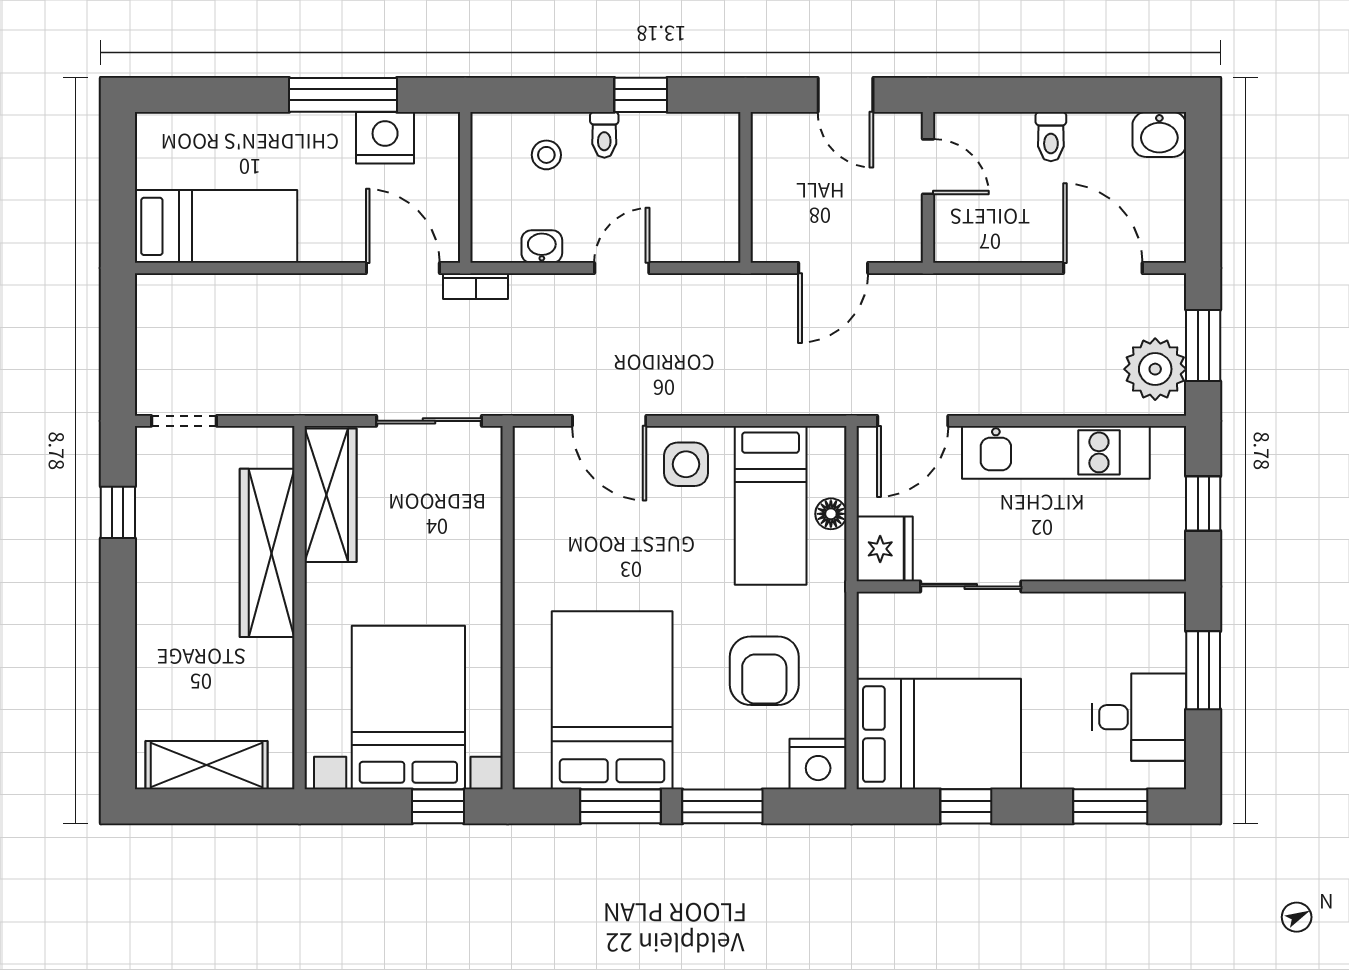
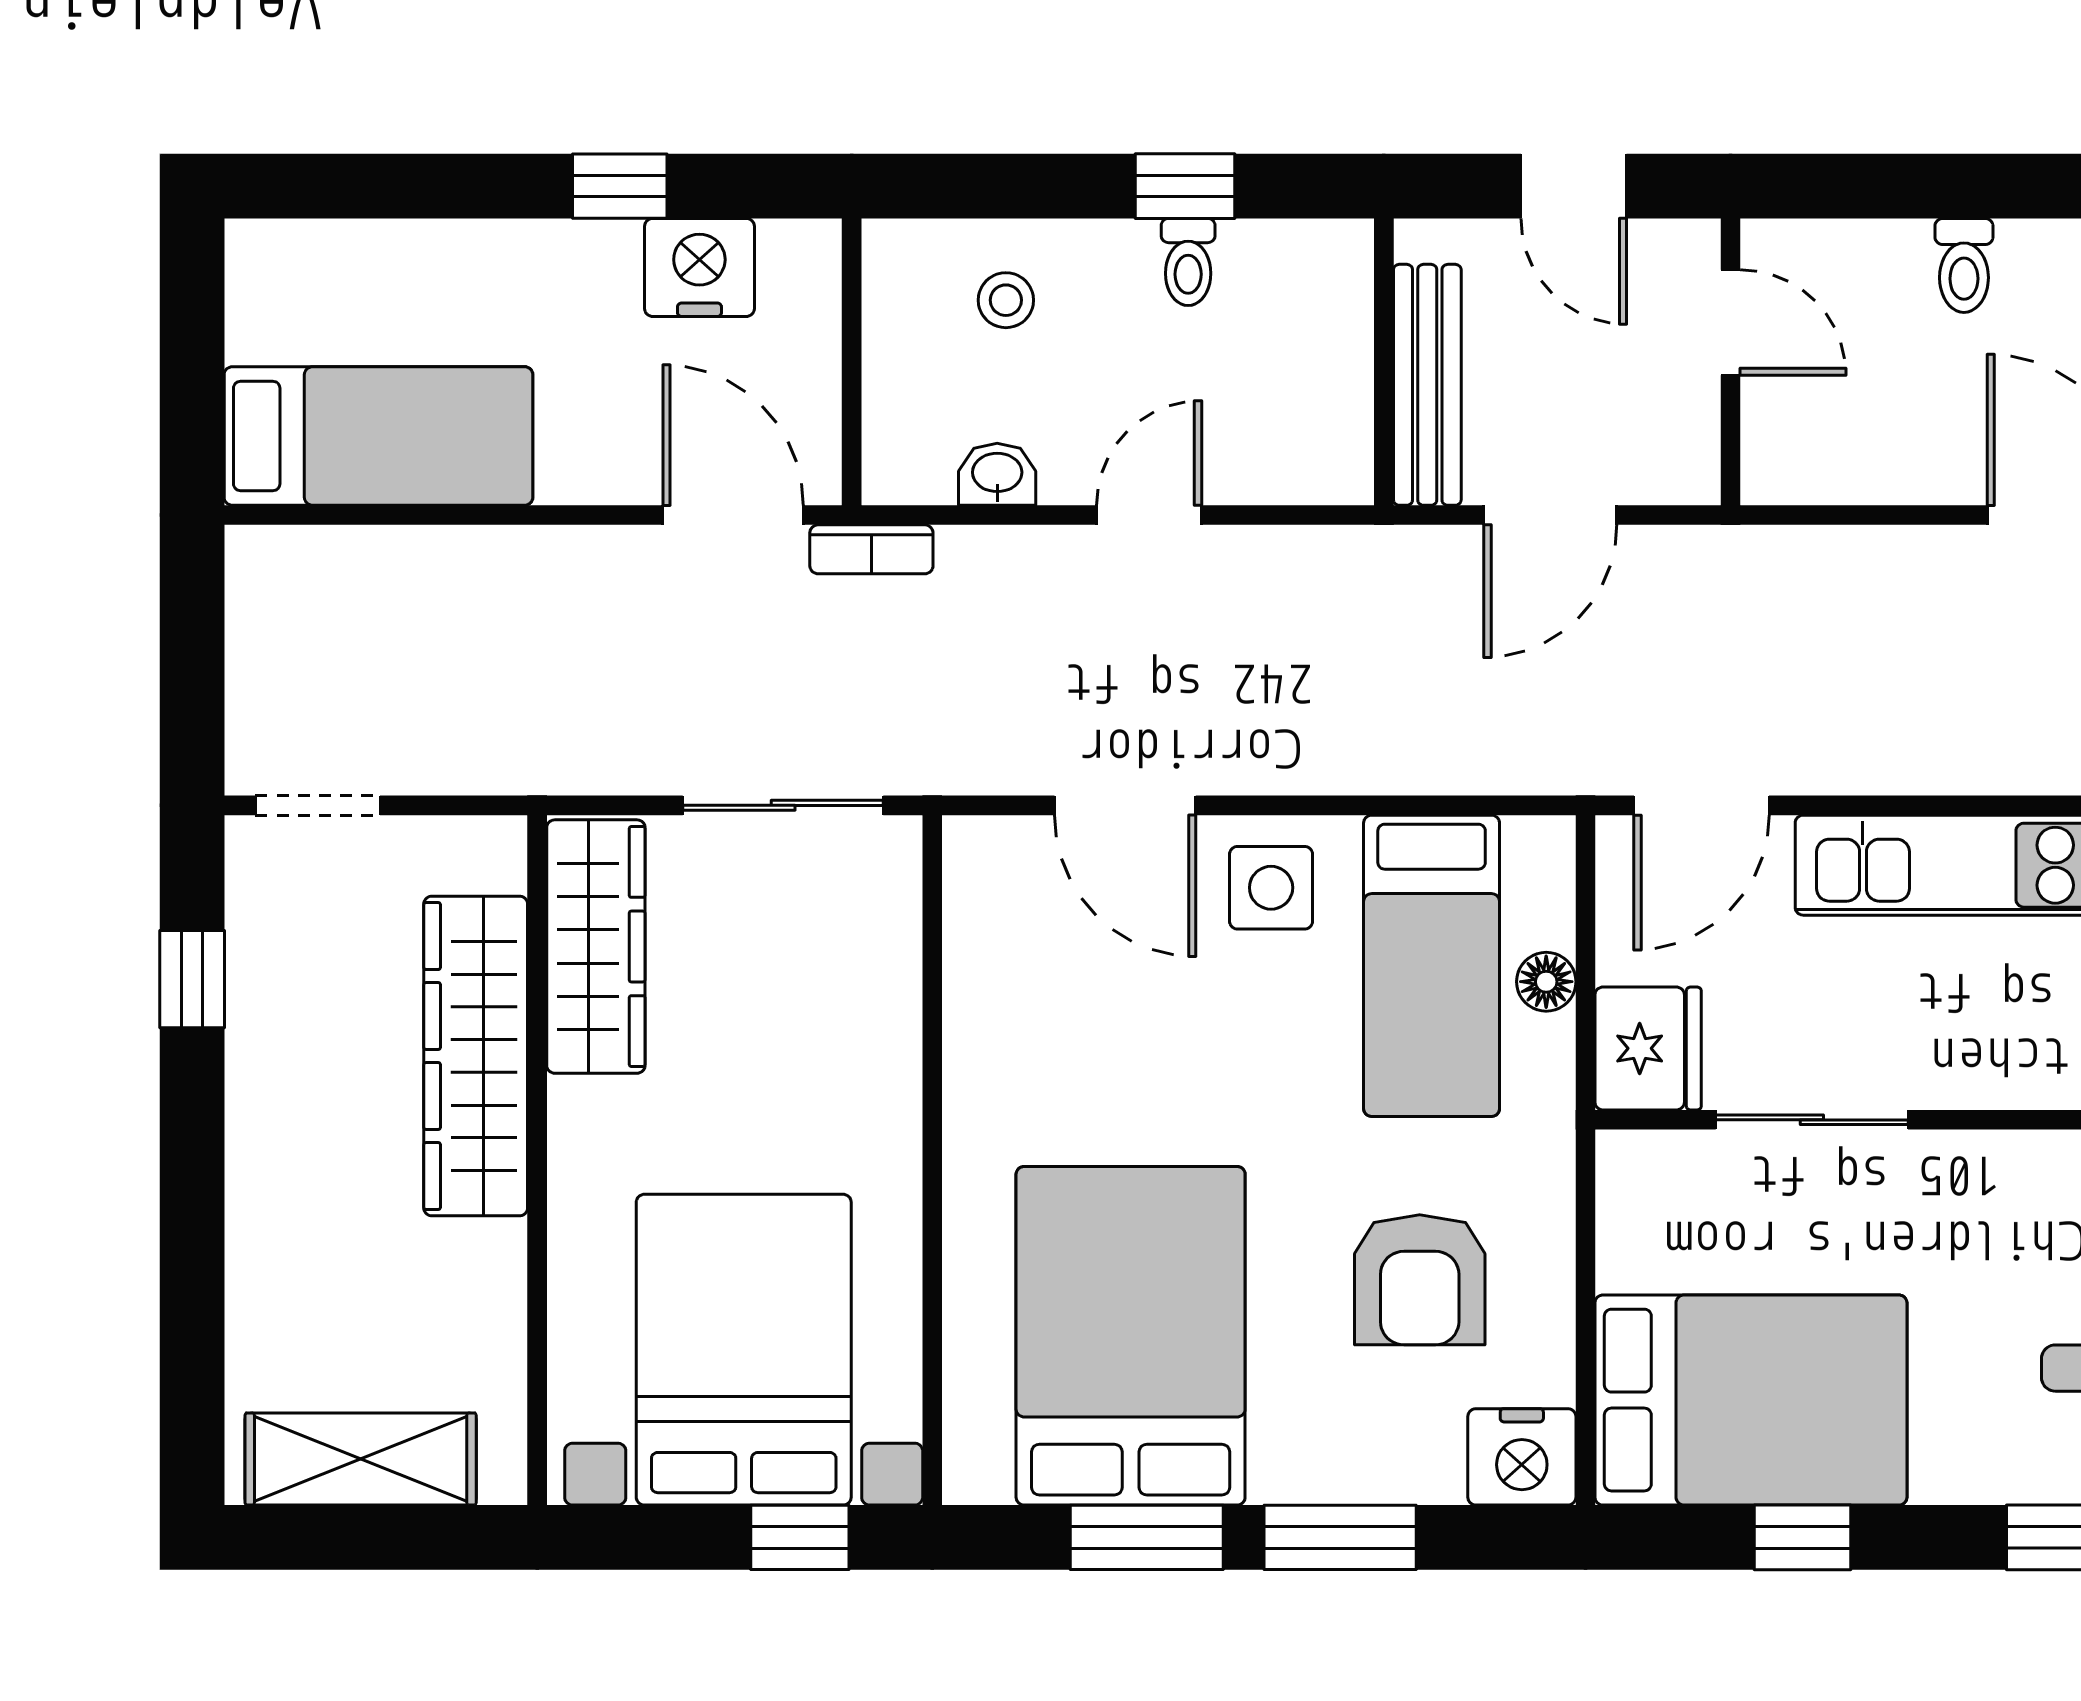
window: (343, 95) -> (620, 186), width x0.46
toilet: (604, 135) -> (1188, 262), moved
bench: (768, 199) -> (1427, 385), added

